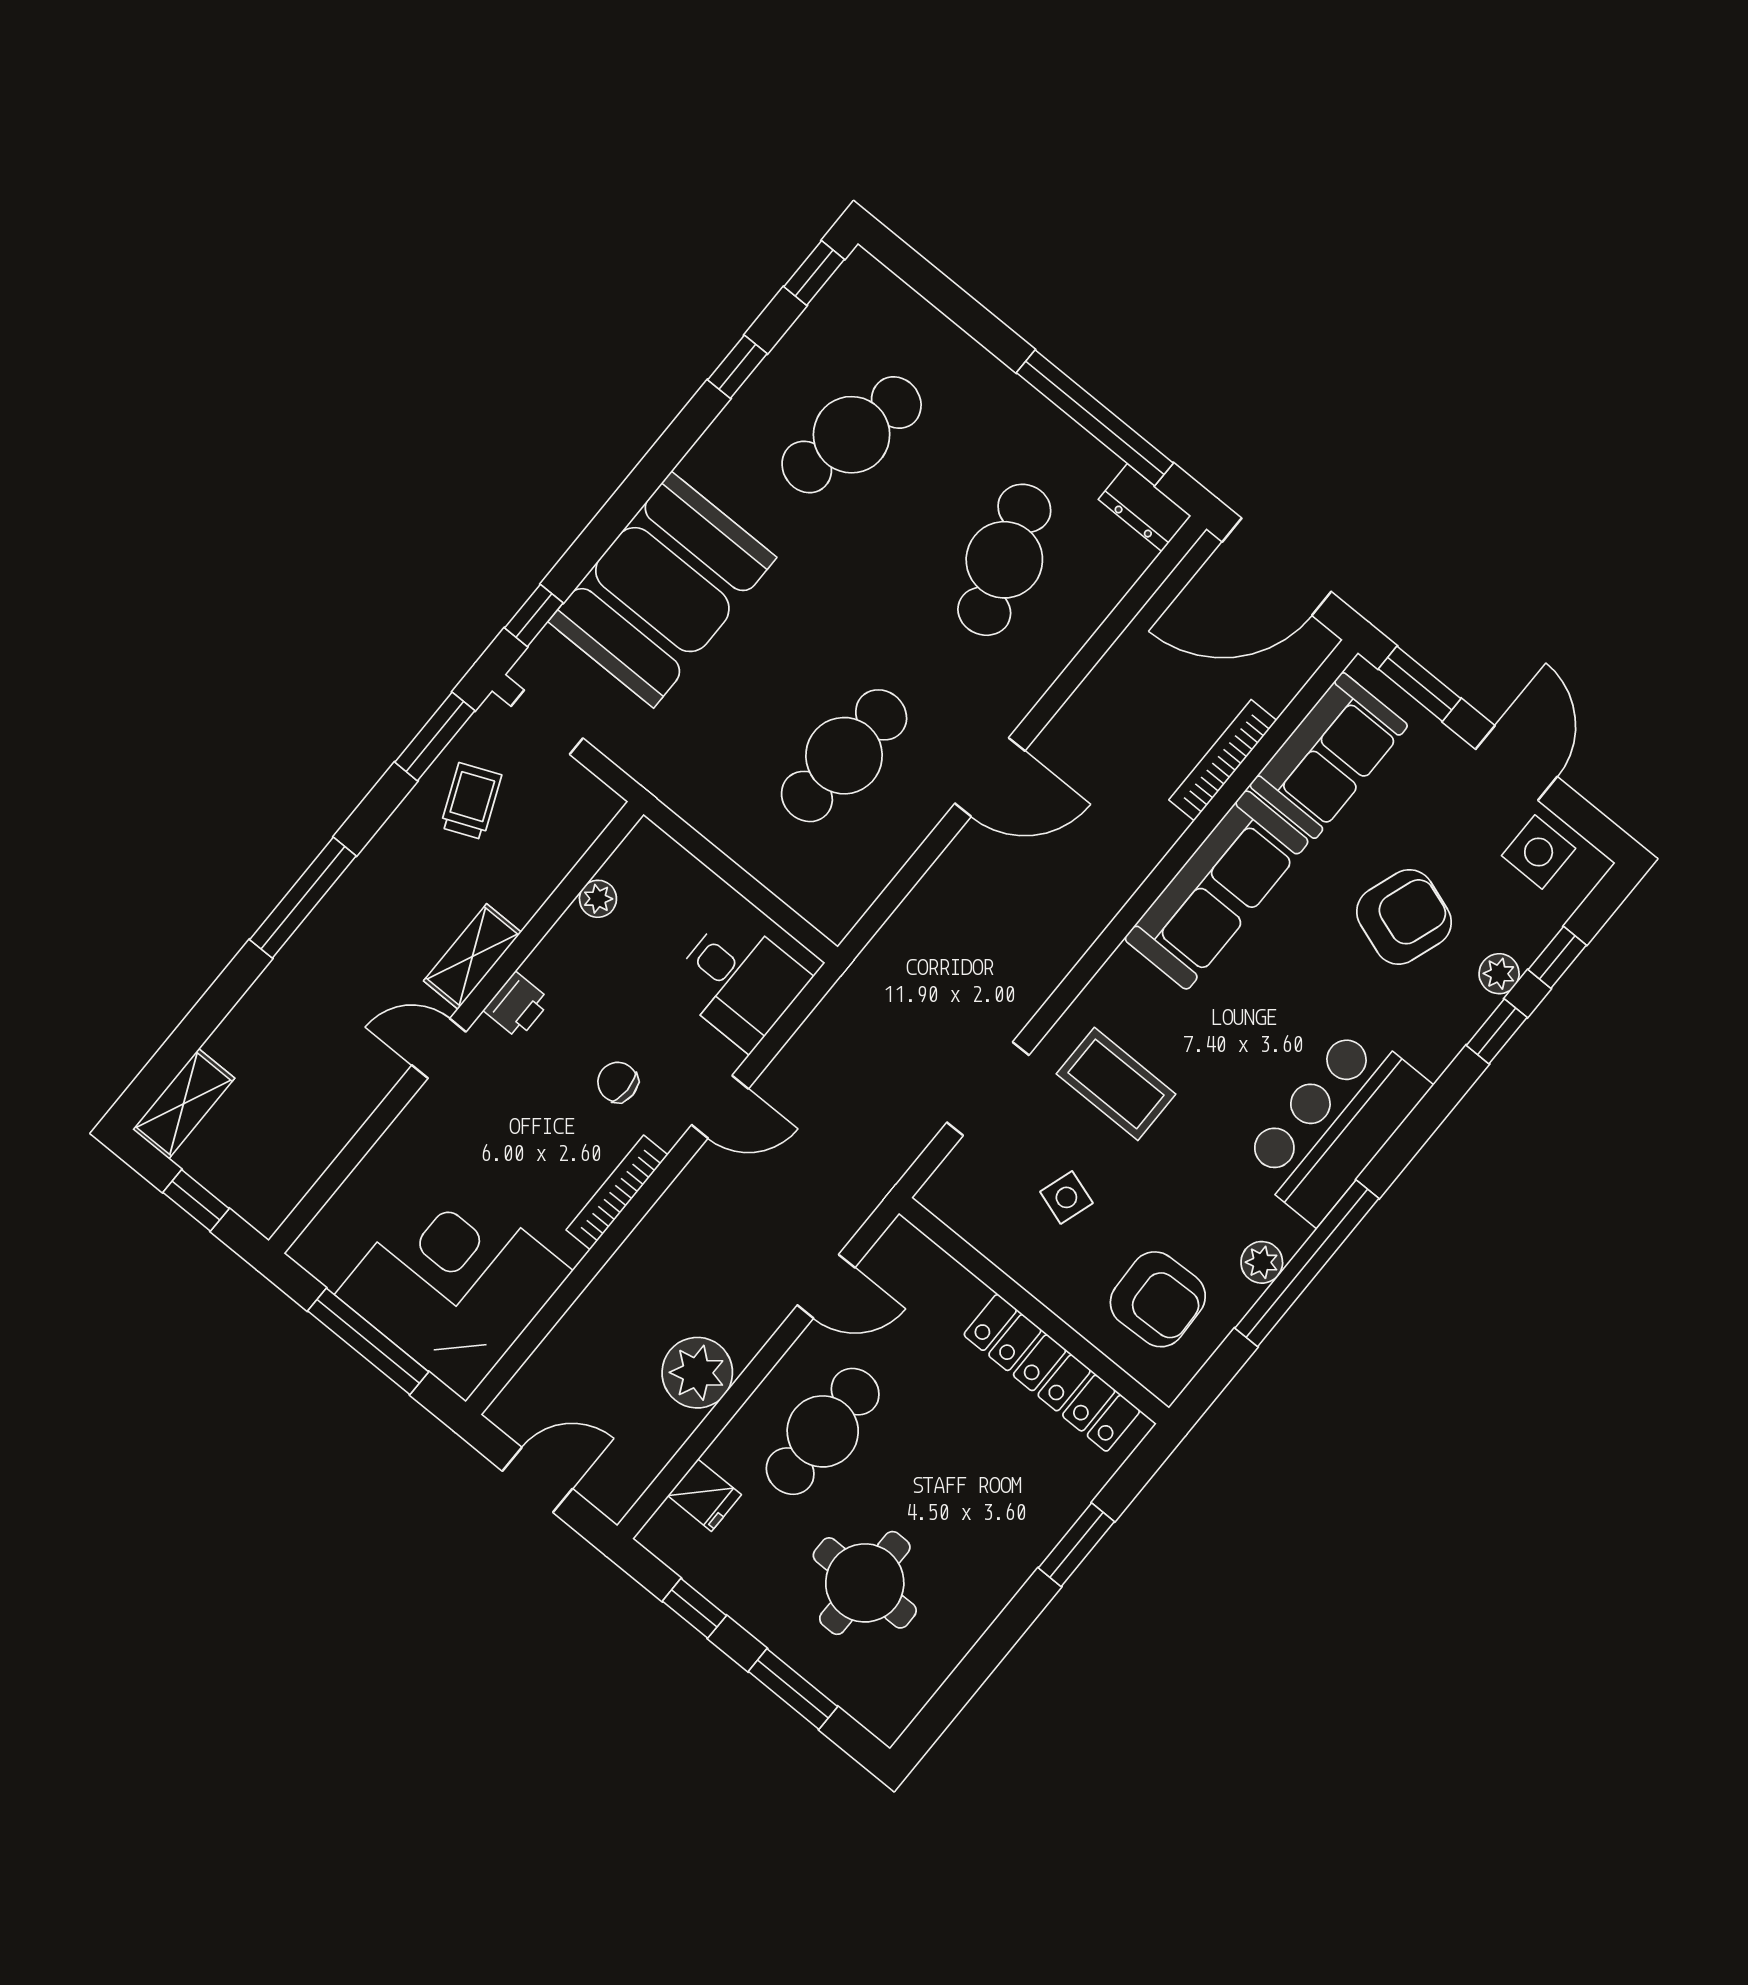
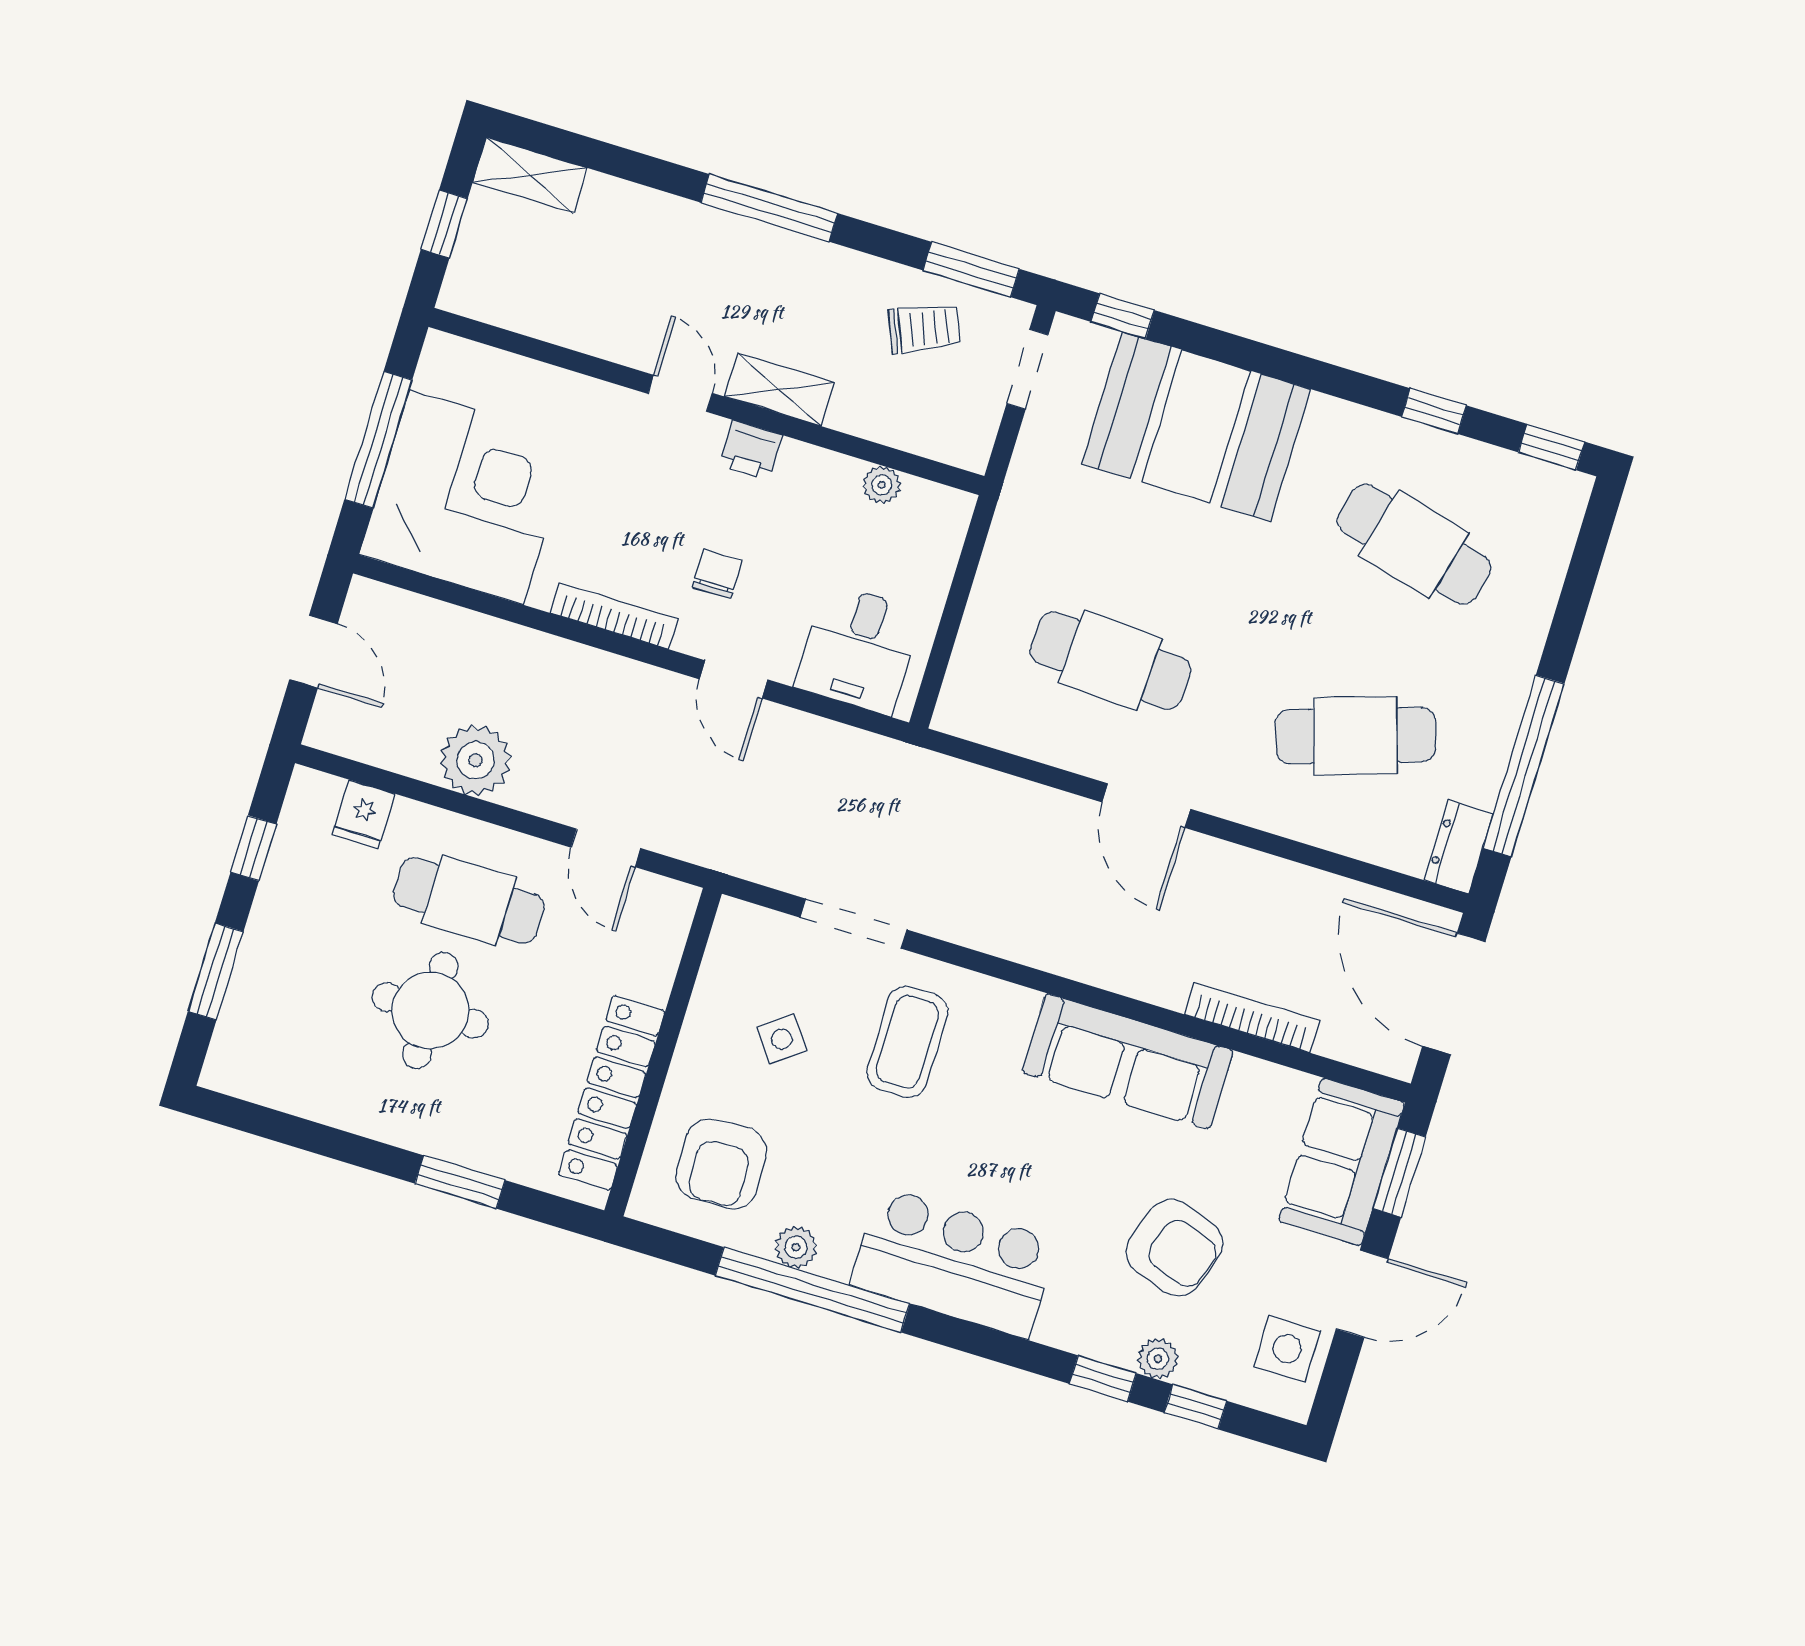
sofa: (1329, 756) -> (1342, 1162), moved, turned 90
side table: (1066, 1197) -> (782, 1039), turned 36
round table: (865, 1583) -> (430, 1011), moved

